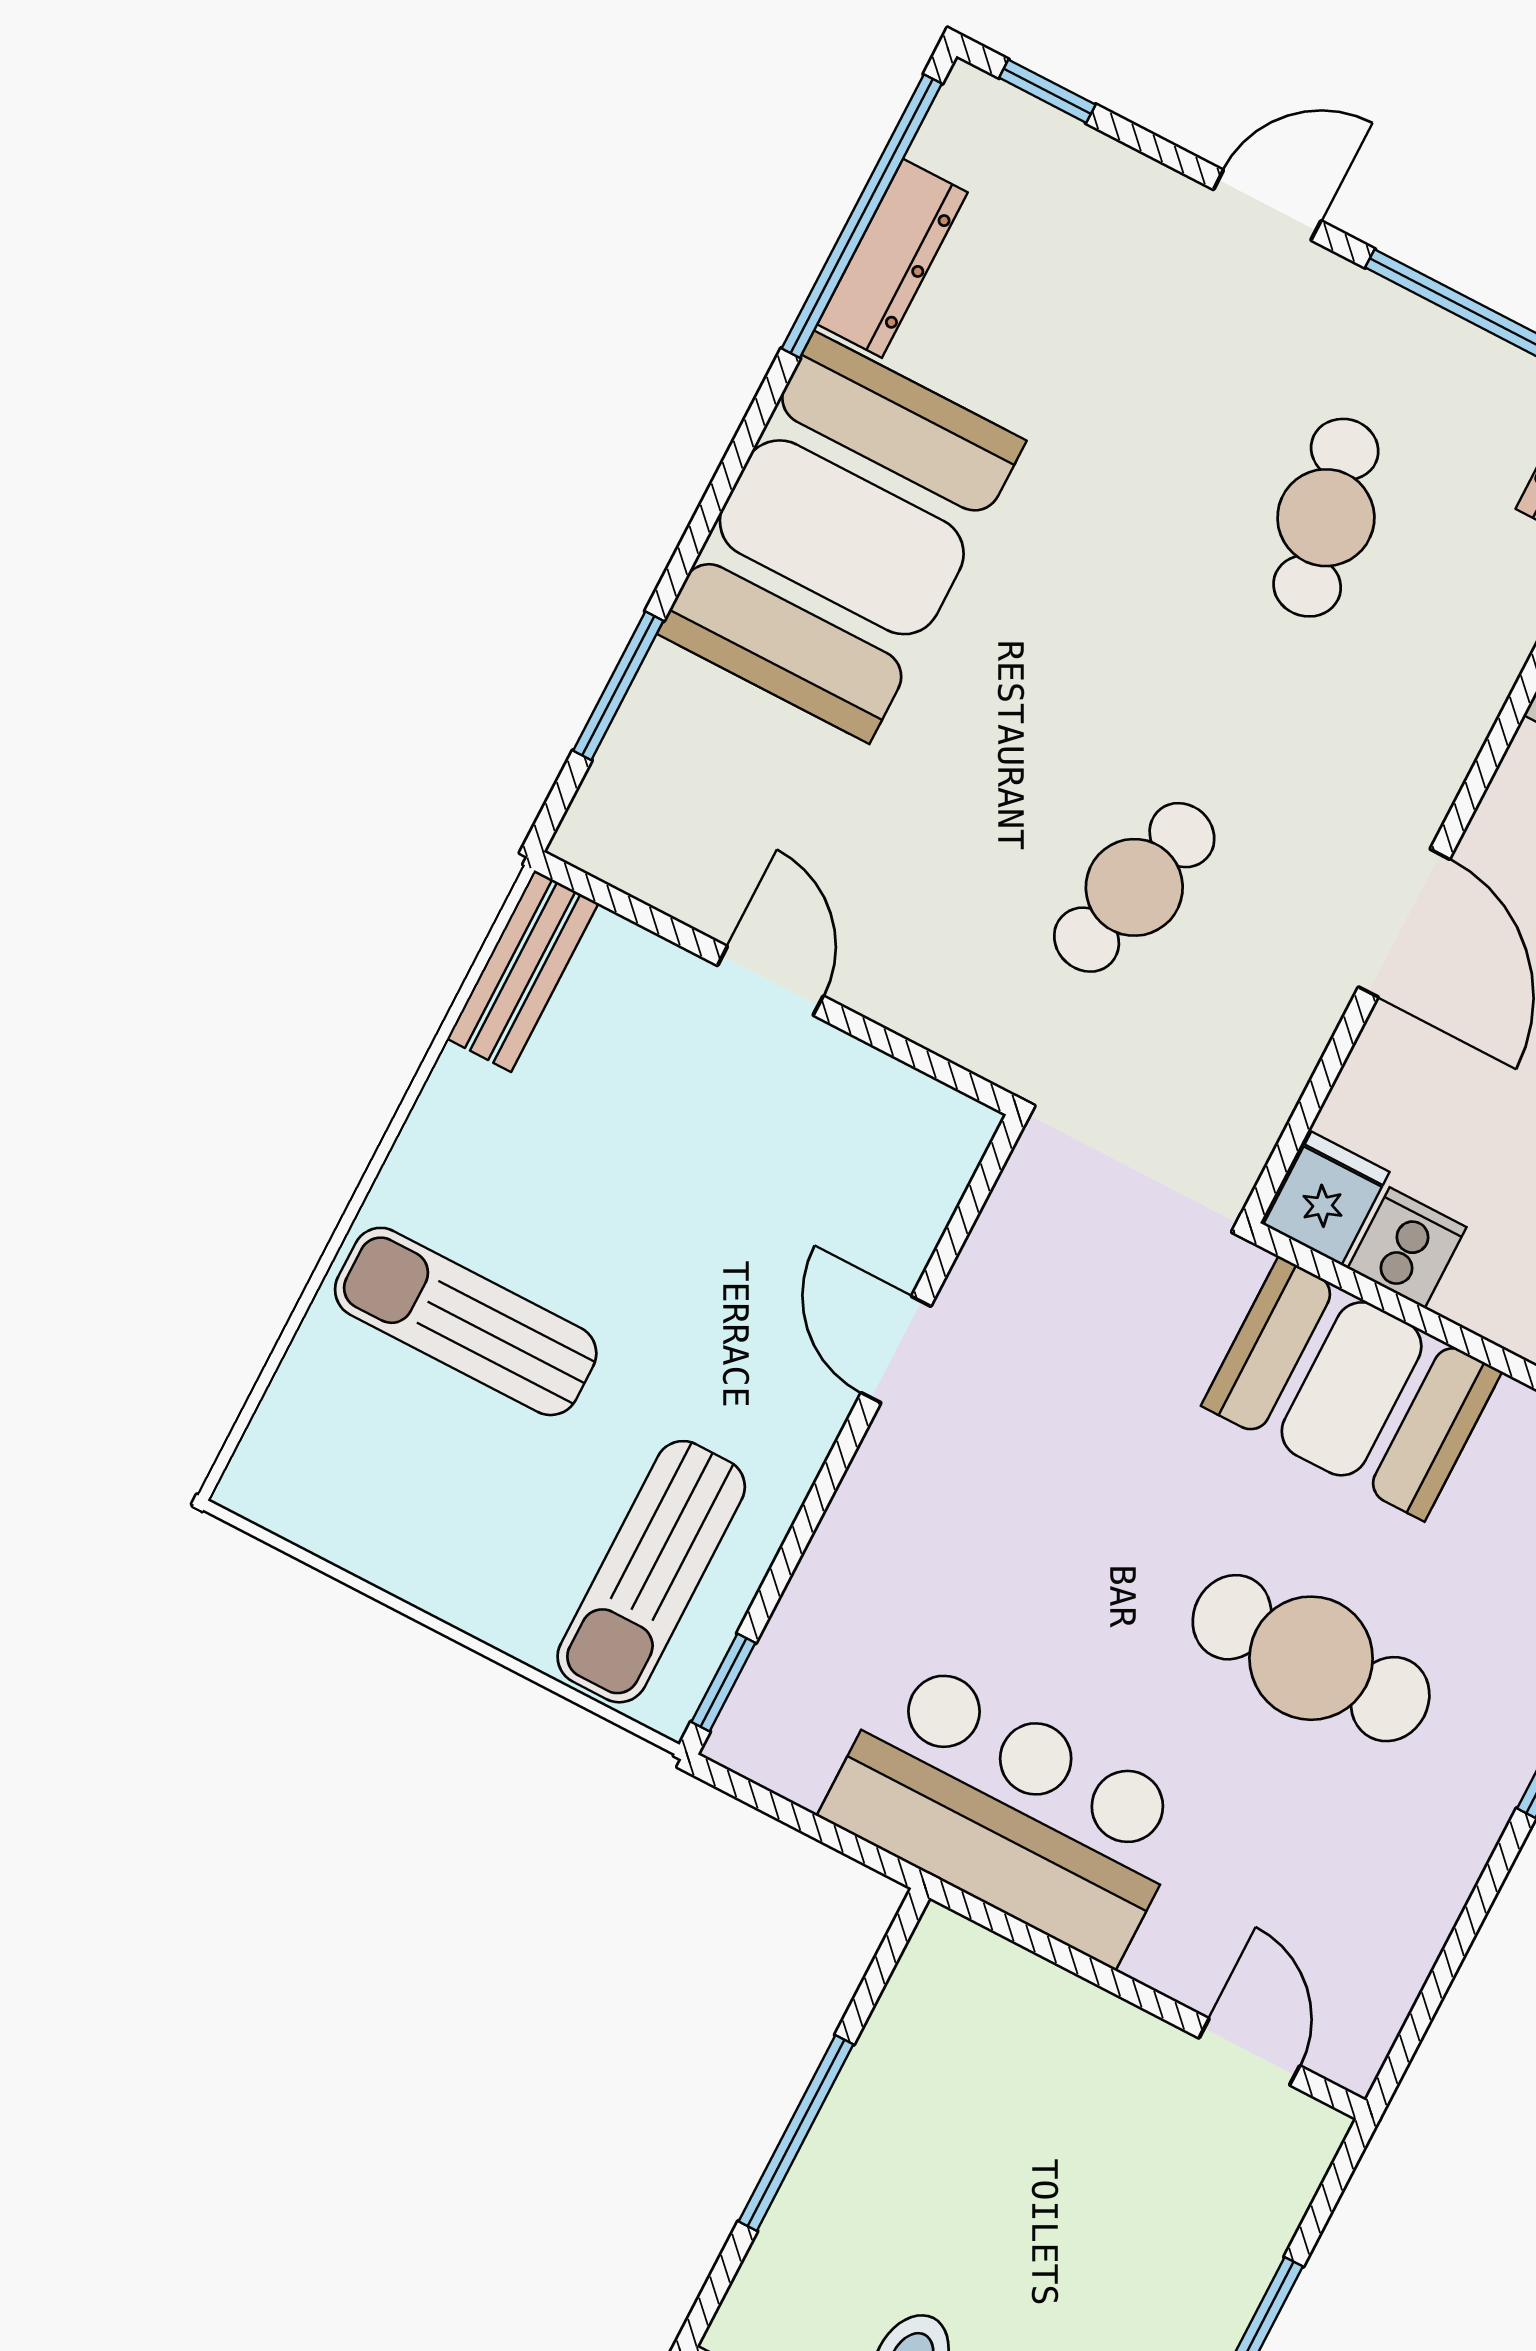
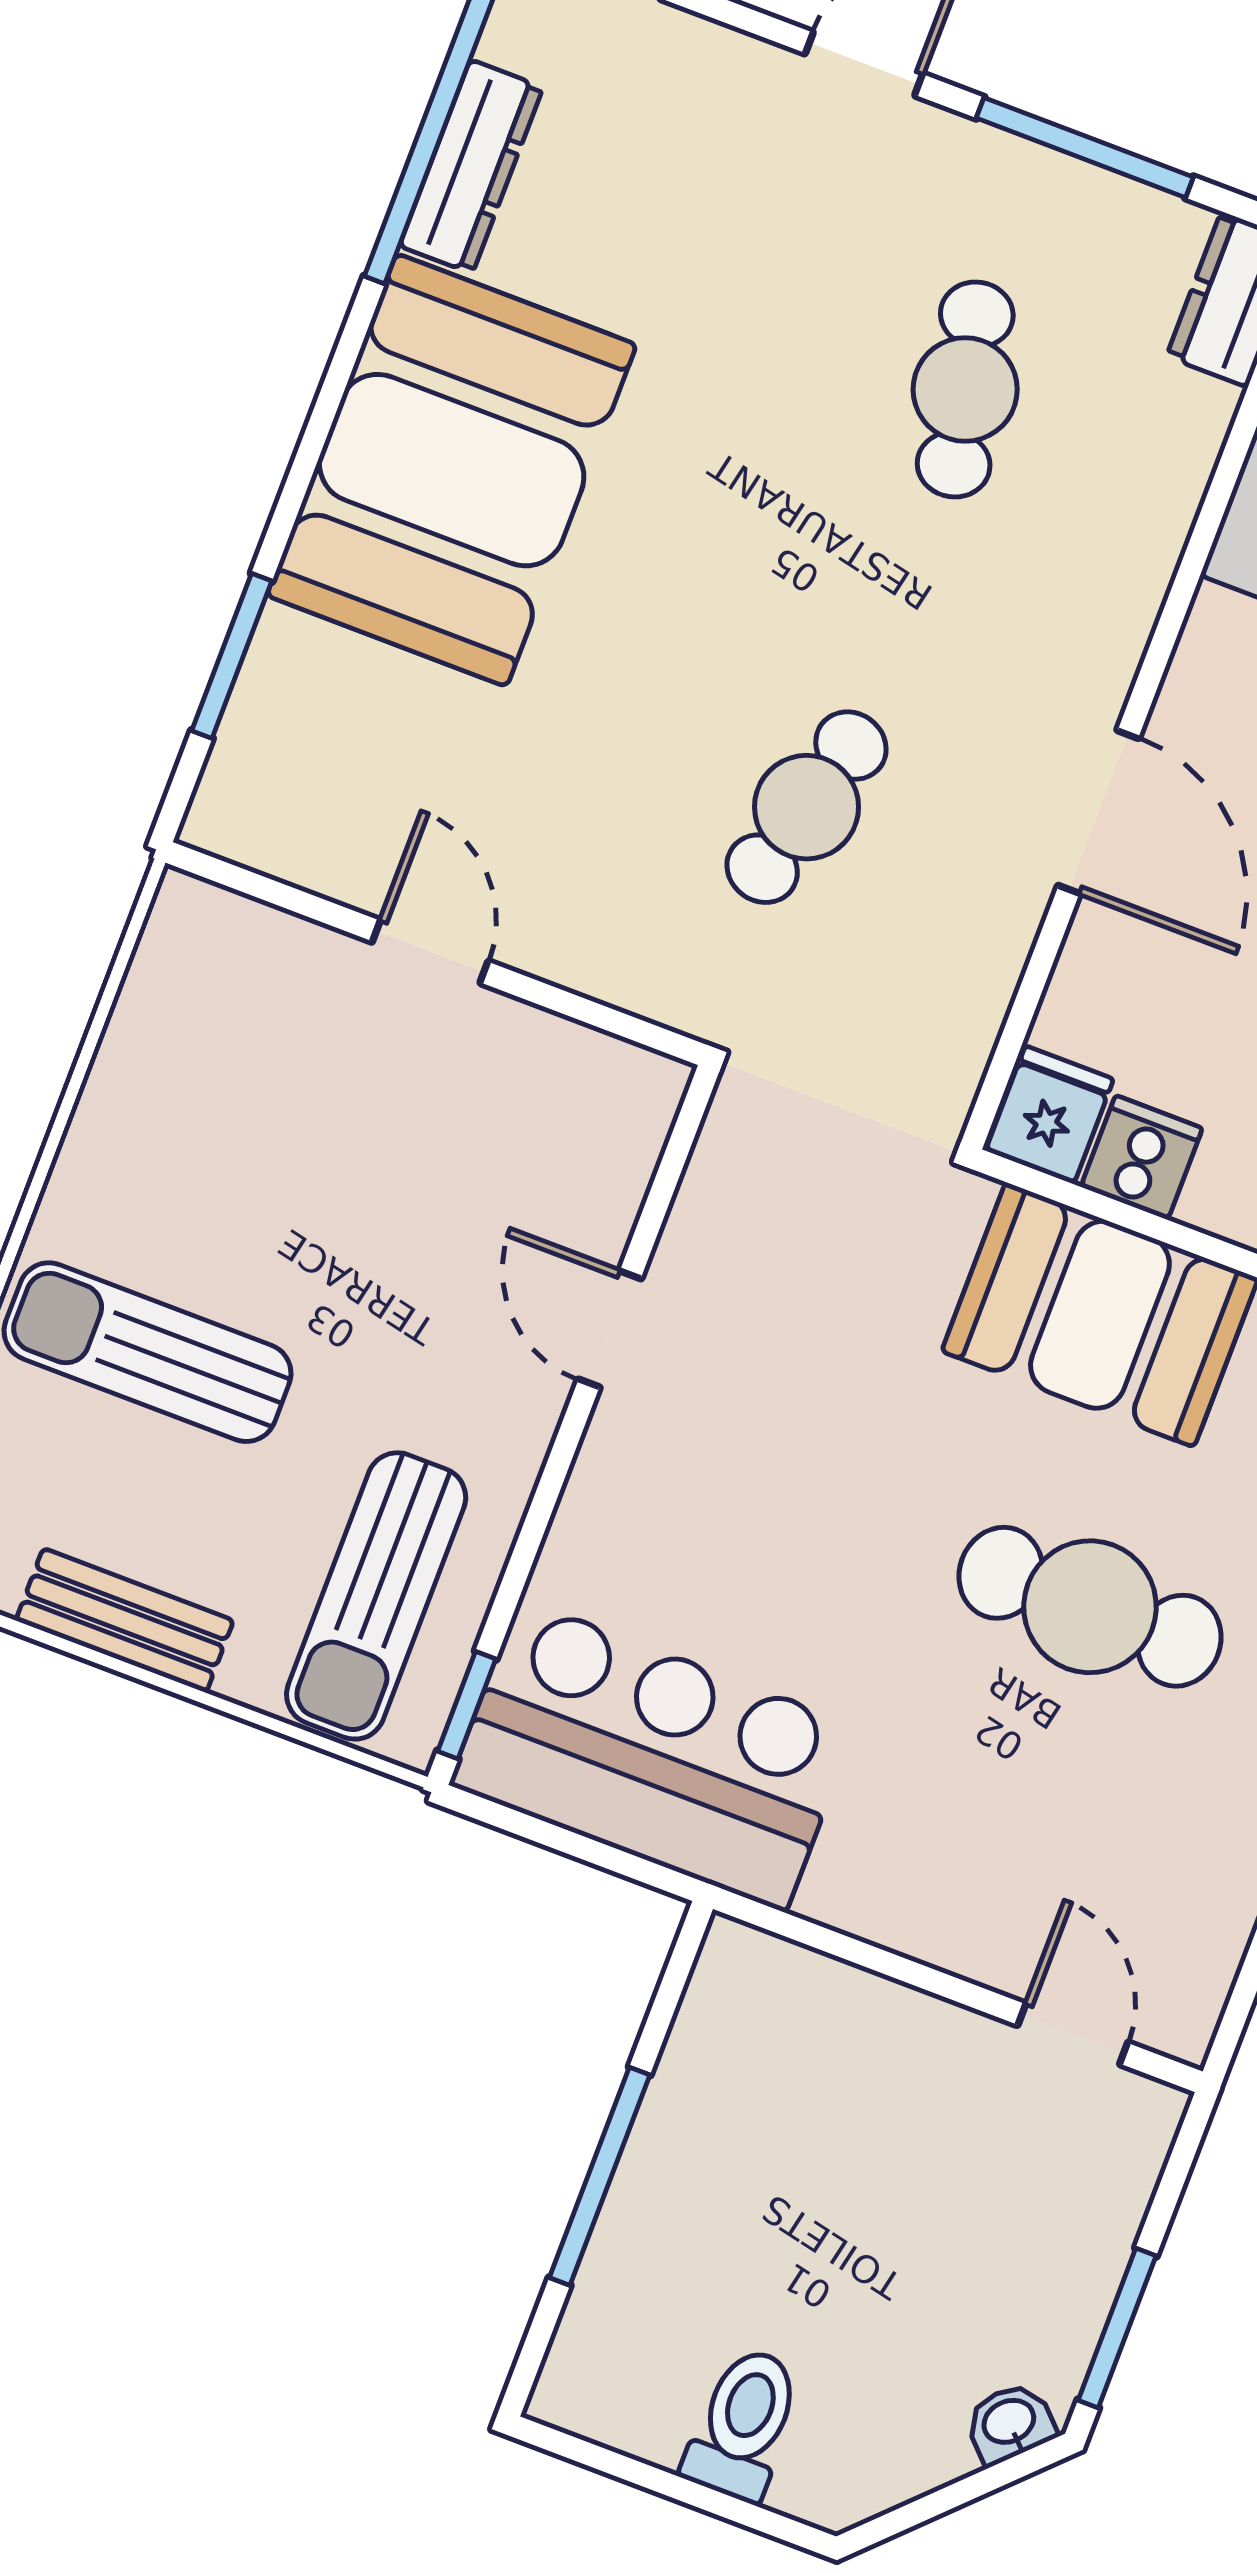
bench: (523, 971) -> (125, 1620), moved, turned 90
bar counter: (1009, 1810) -> (653, 1755), moved

